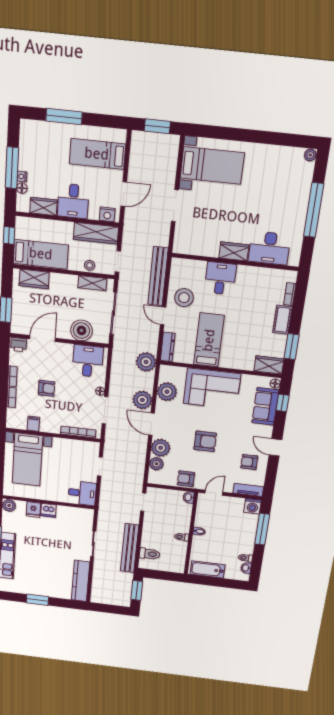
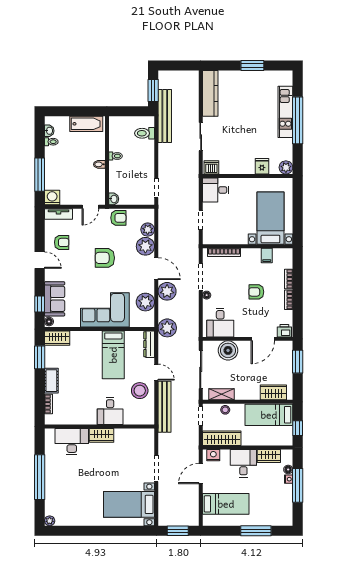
dishwasher: (48, 510) -> (211, 167), moved
bench: (130, 548) -> (165, 116), moved

